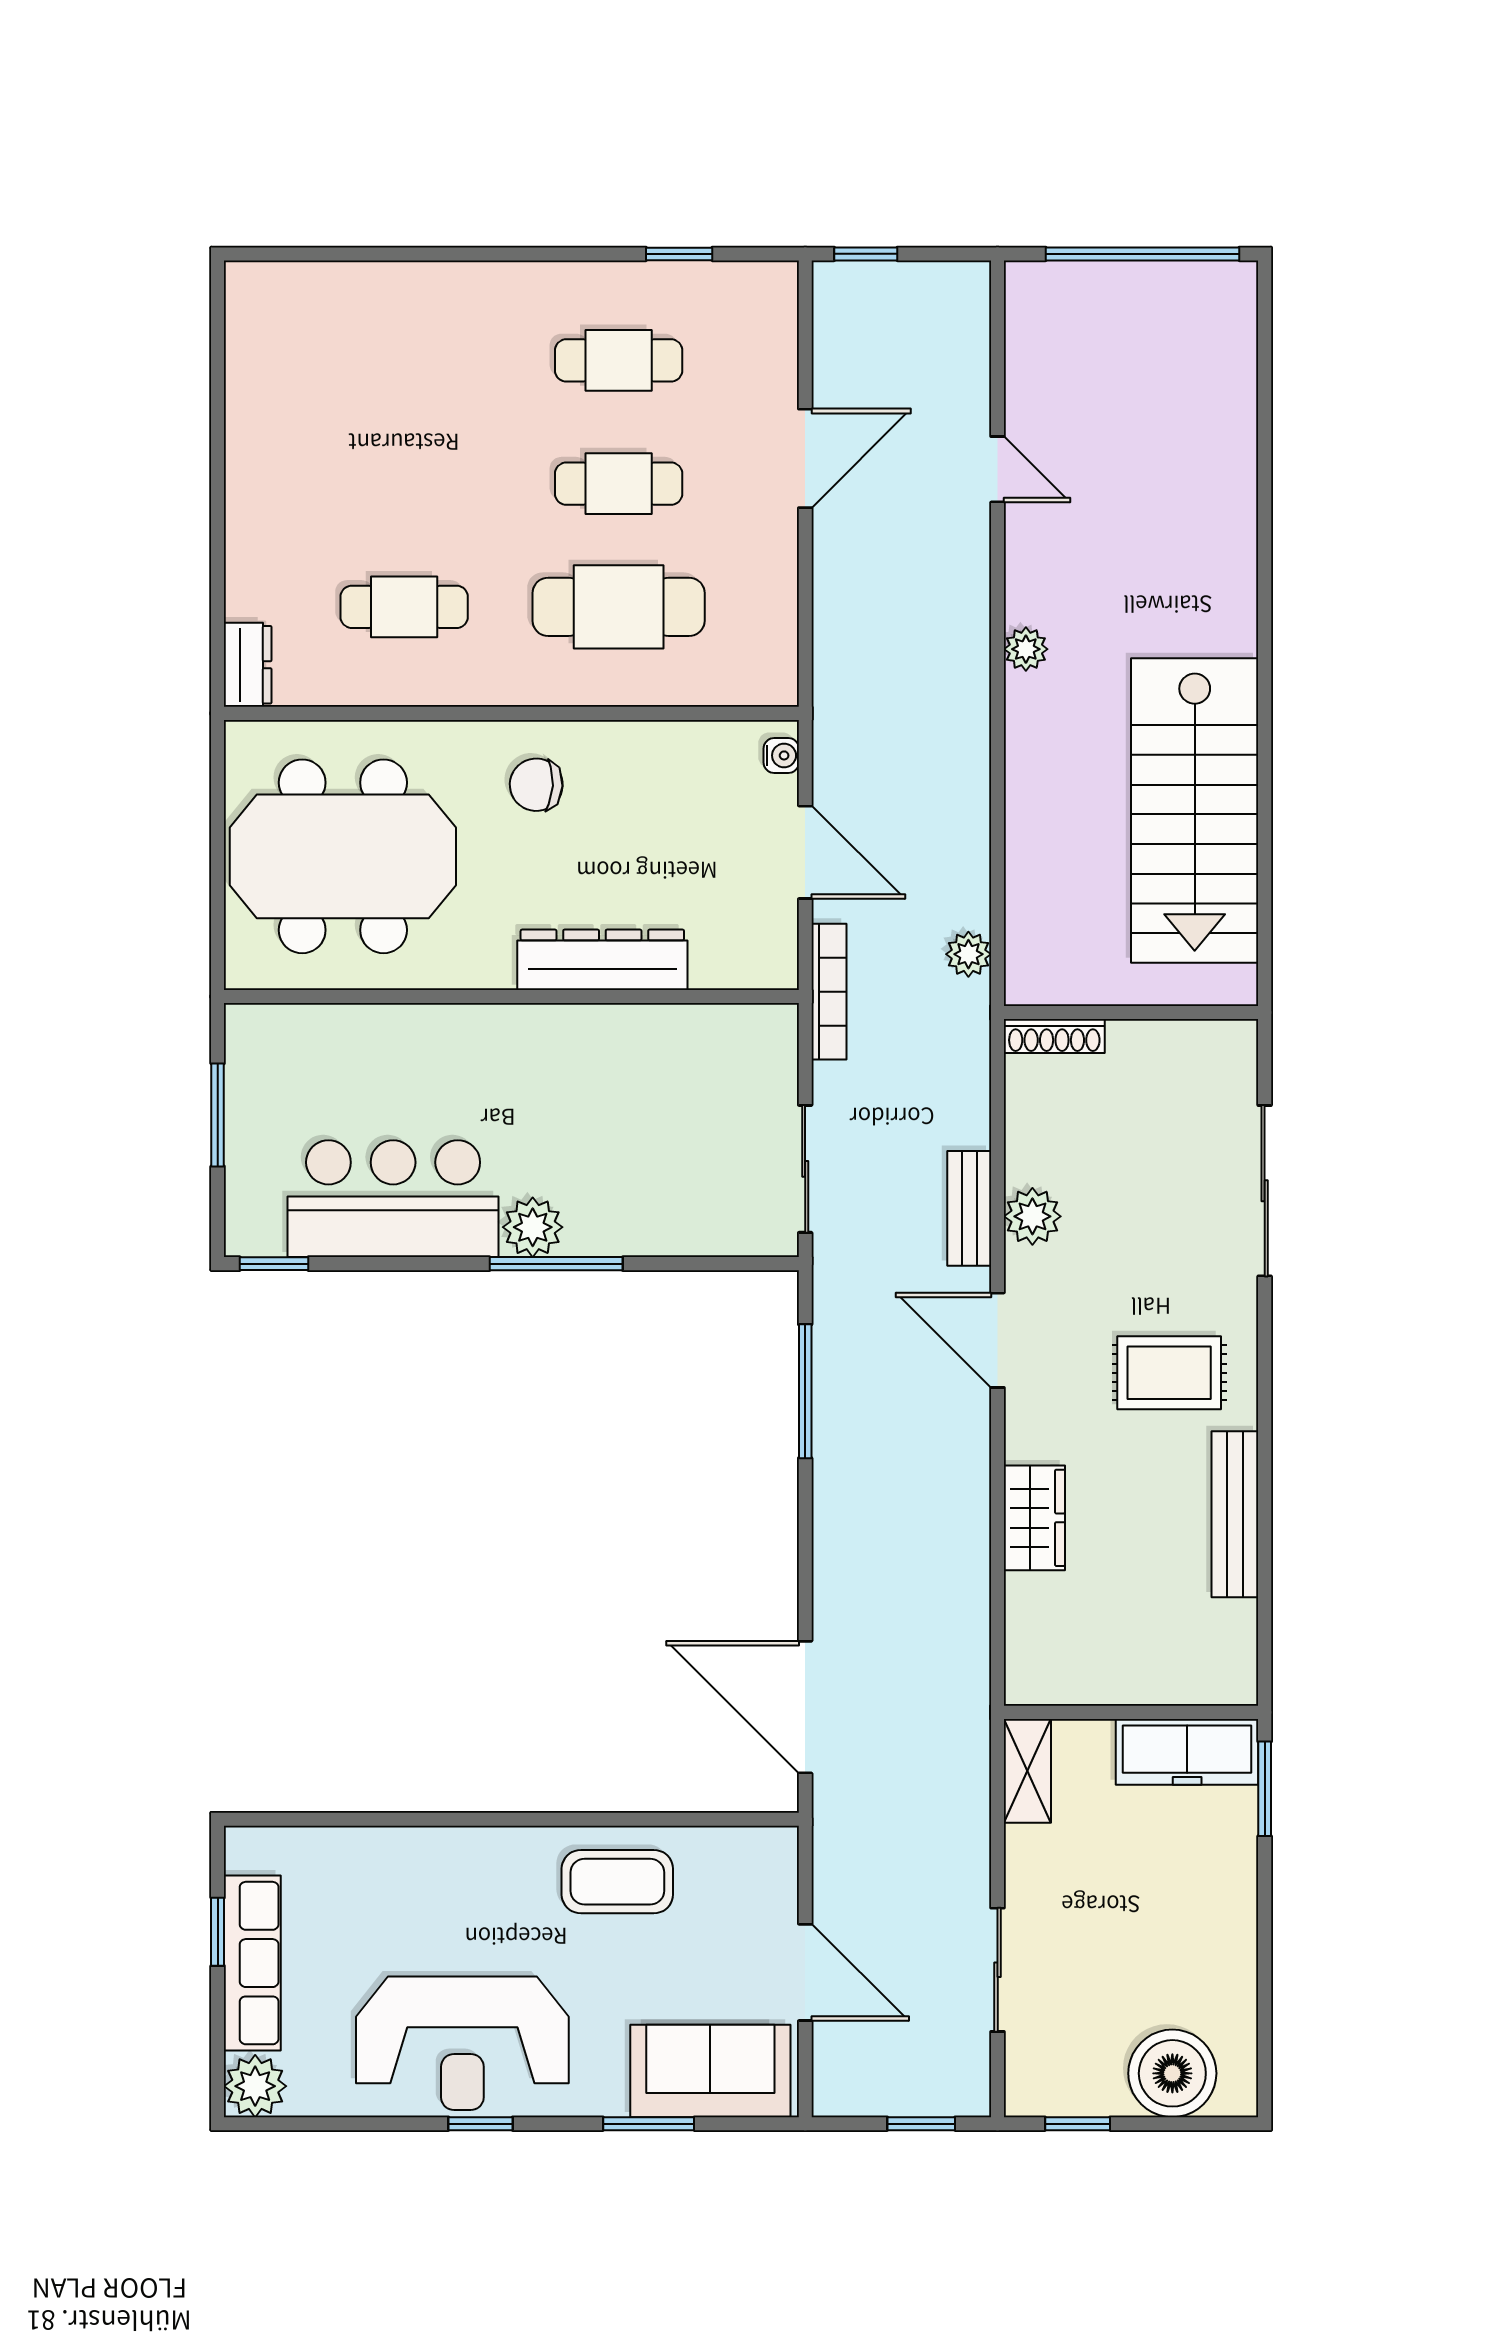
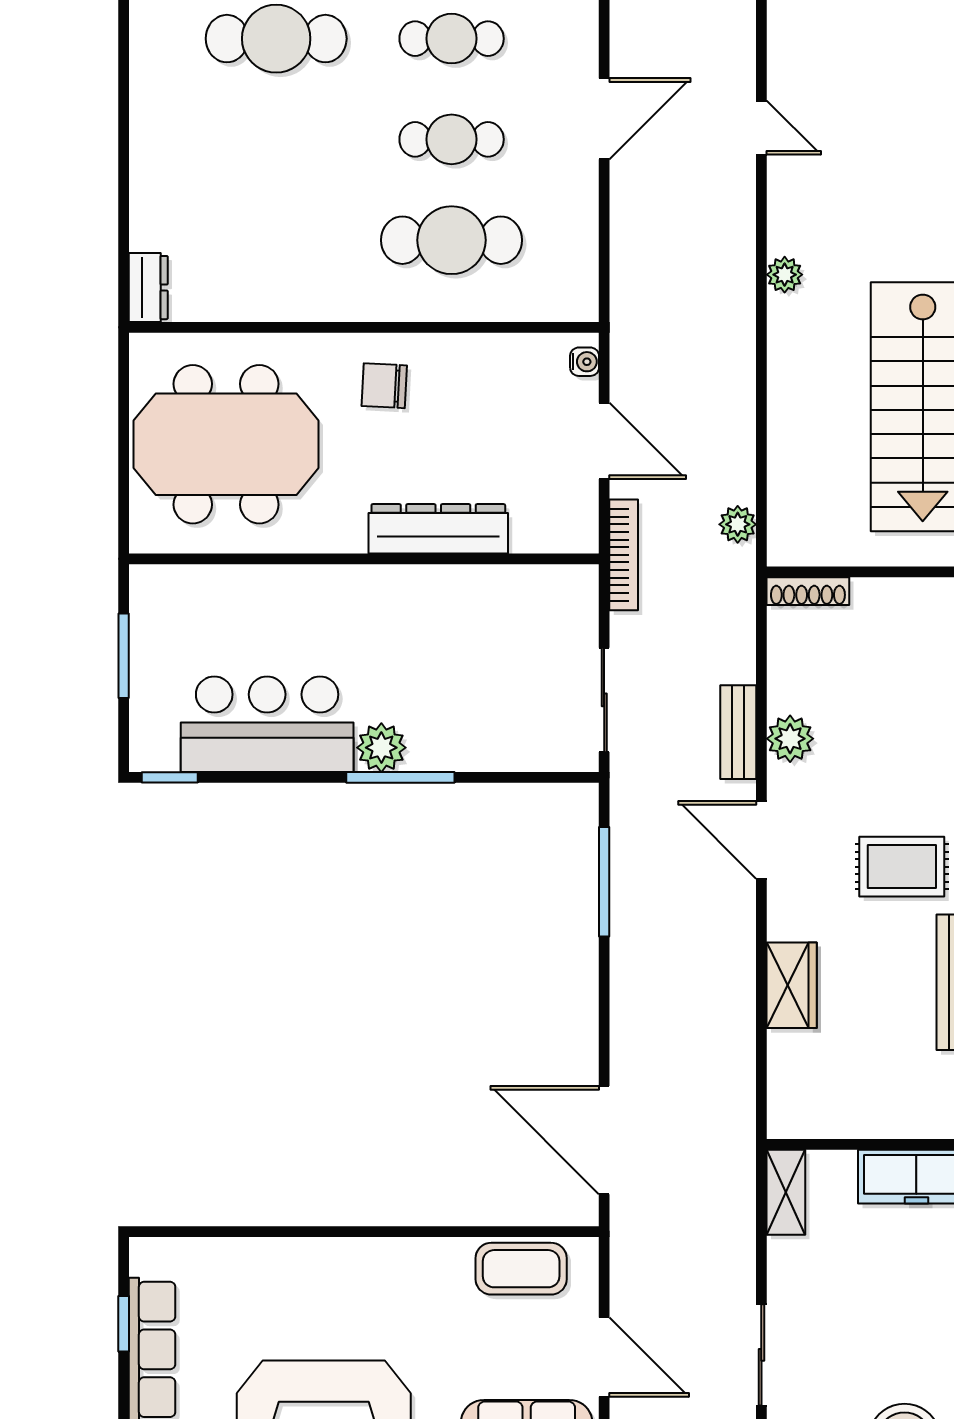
cafe table: (404, 607) -> (276, 39), moved, width x1.37, depth x1.35
coffee table: (617, 1882) -> (521, 1269), moved

